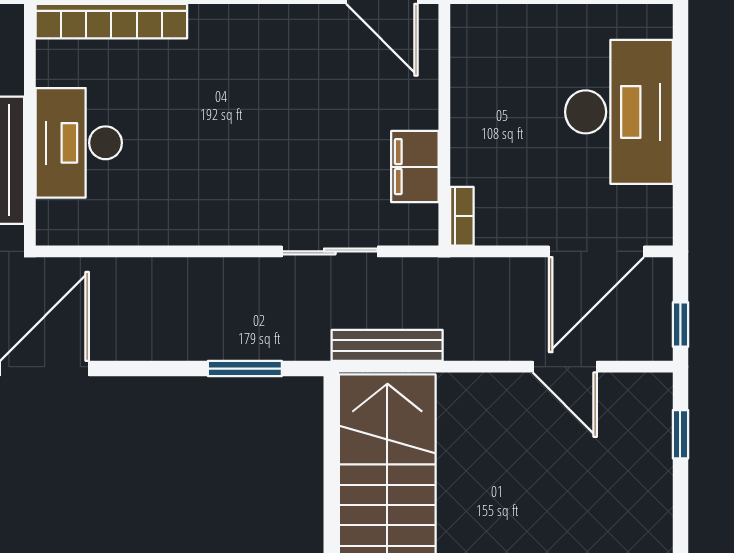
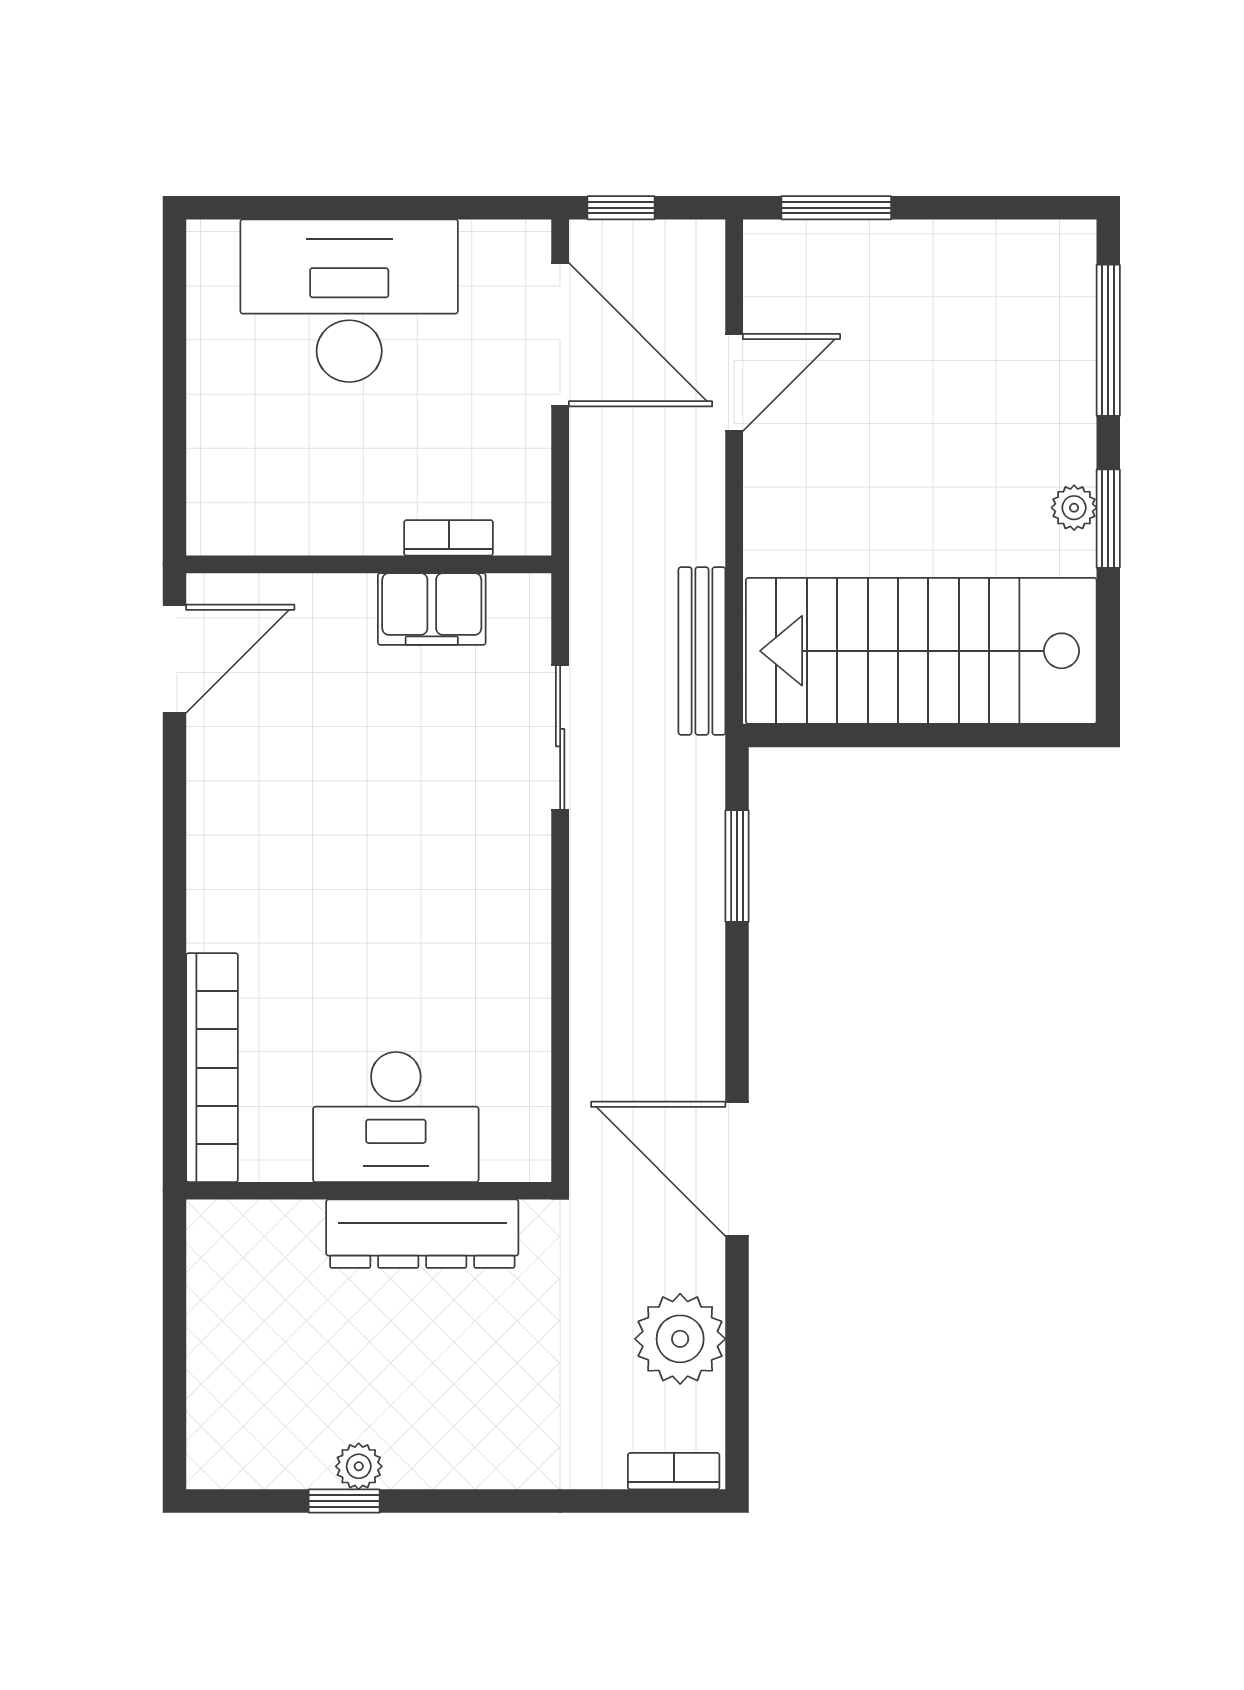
bookcase: (462, 216) -> (449, 538), moved
window: (680, 324) -> (621, 208), moved
window: (680, 434) -> (836, 208), width x1.50

